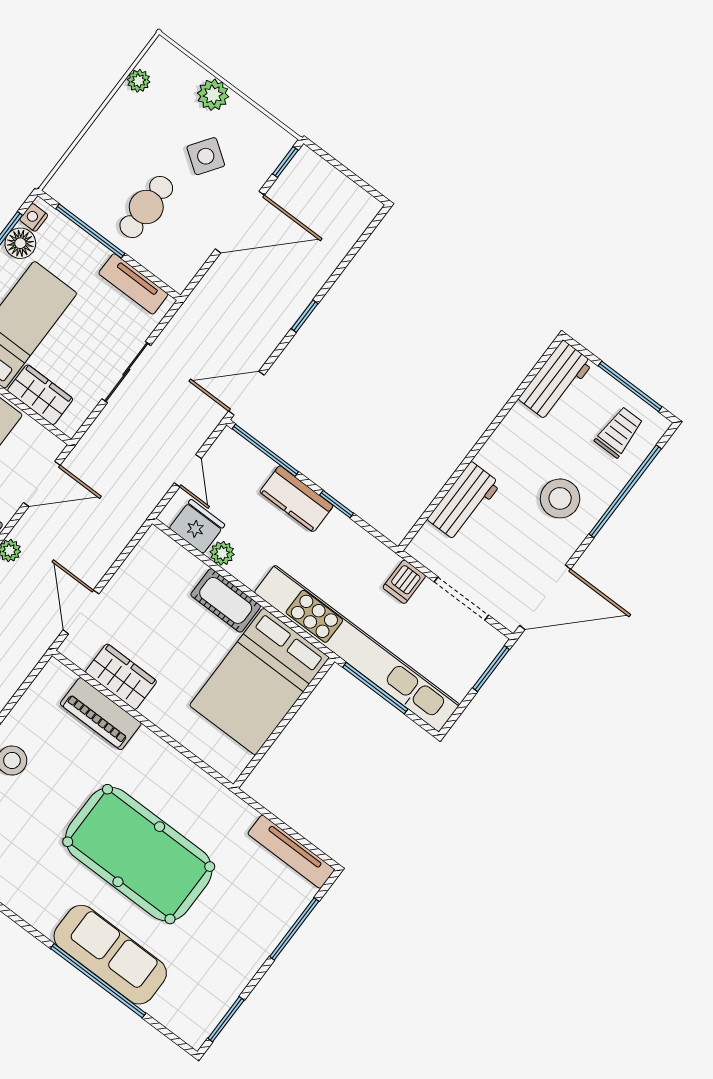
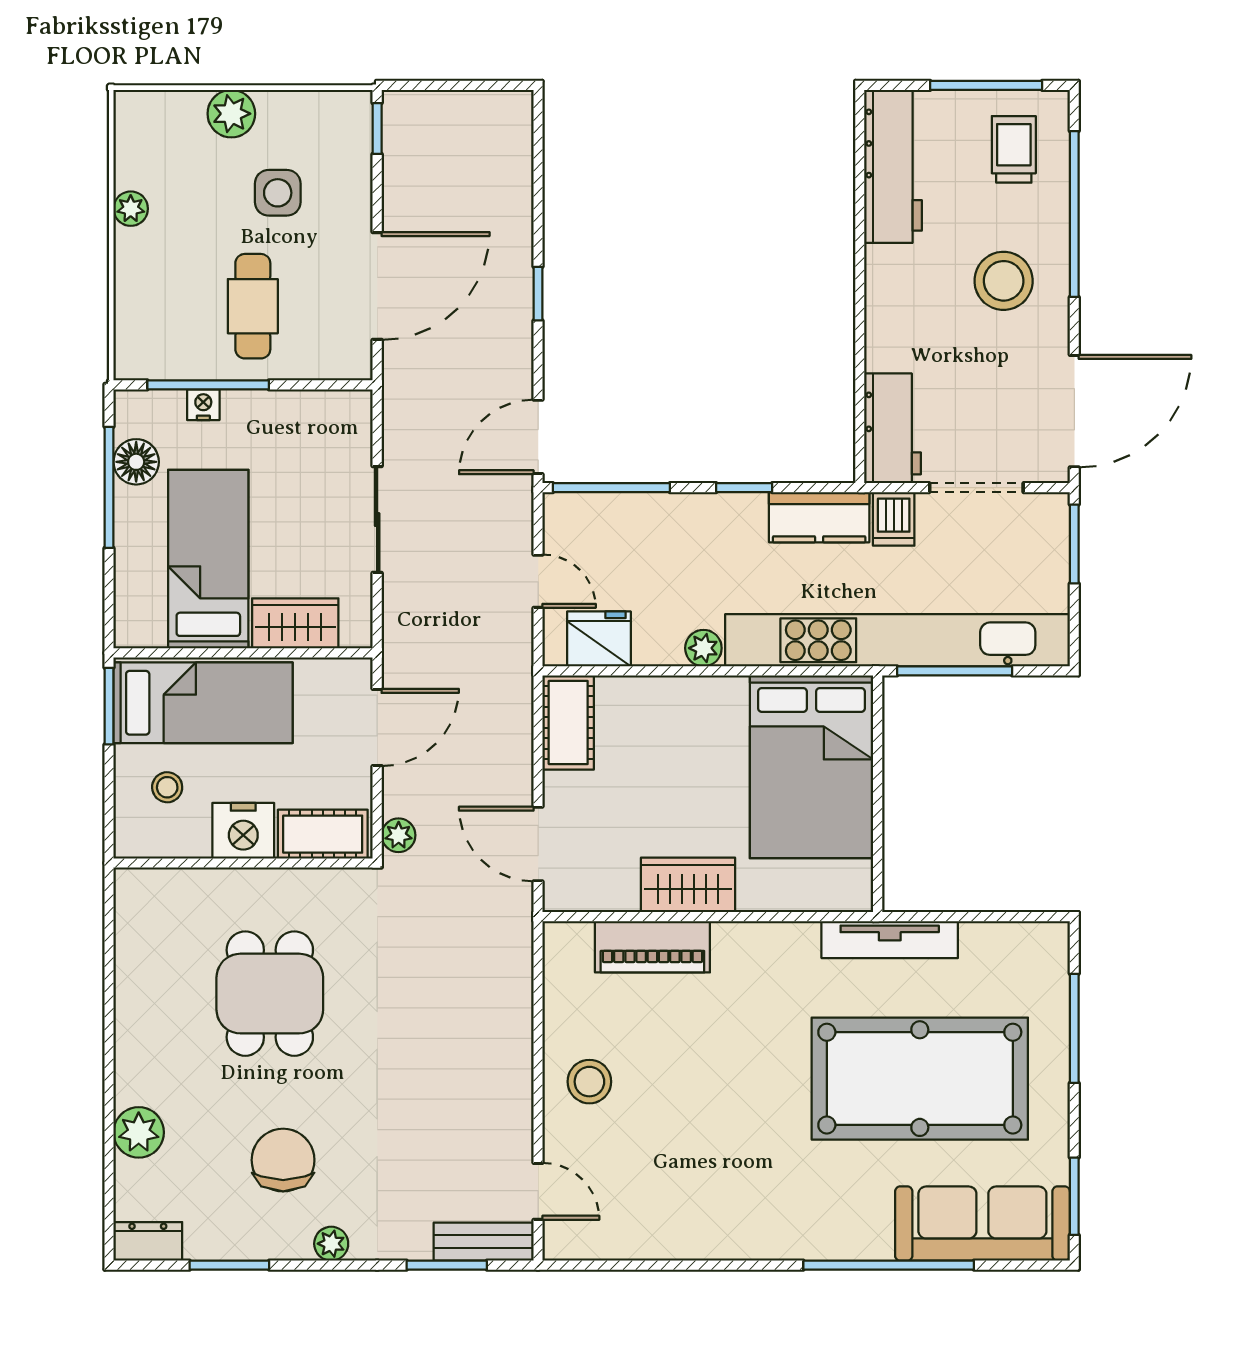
plant: (139, 81) -> (131, 209), moved
side table: (206, 156) -> (278, 193), turned -35
nightstand: (34, 217) -> (203, 405), moved, turned 90
door: (240, 222) -> (377, 286), moved
tv unit: (133, 284) -> (306, 409), removed
workbench: (556, 381) -> (893, 166), width x1.38
kitchen counter: (296, 499) -> (819, 517), moved
workbench: (464, 502) -> (893, 428), moved
plant: (222, 553) -> (703, 648), moved
cot: (226, 600) -> (568, 722), moved, turned 90
wardrobe: (121, 677) -> (688, 885), moved
tv unit: (291, 852) -> (890, 940), moved
pool table: (139, 854) -> (920, 1079), moved
sofa: (110, 955) -> (982, 1224), moved

